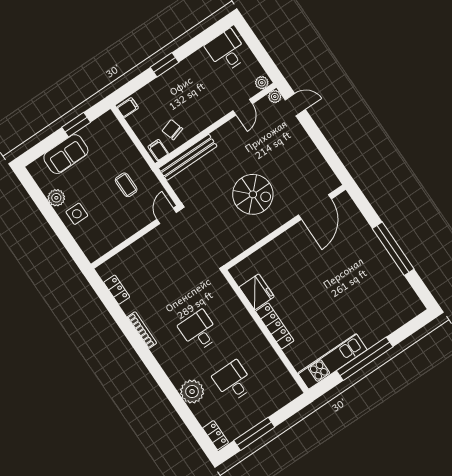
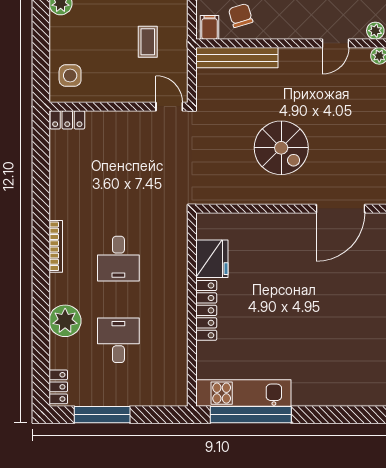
side table: (77, 214) -> (70, 76), moved
door: (167, 216) -> (169, 107), hinge flipped
locker: (117, 290) -> (67, 120), moved, turned 90
bookcase: (142, 330) -> (56, 246), moved
desk: (199, 331) -> (118, 259), turned 180
window: (365, 359) -> (251, 415), moved

